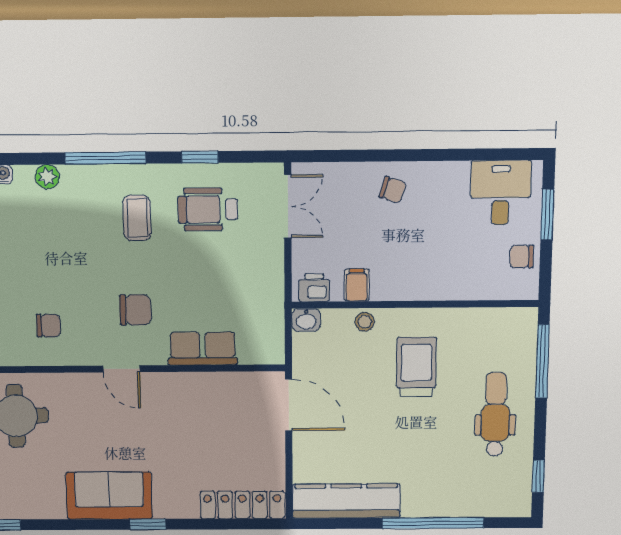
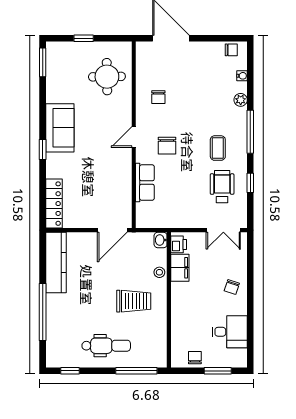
desk: (501, 193) -> (230, 332), moved
coffee table: (137, 218) -> (218, 148), turned 90
filing cabinet: (357, 285) -> (180, 268), width x2.00

